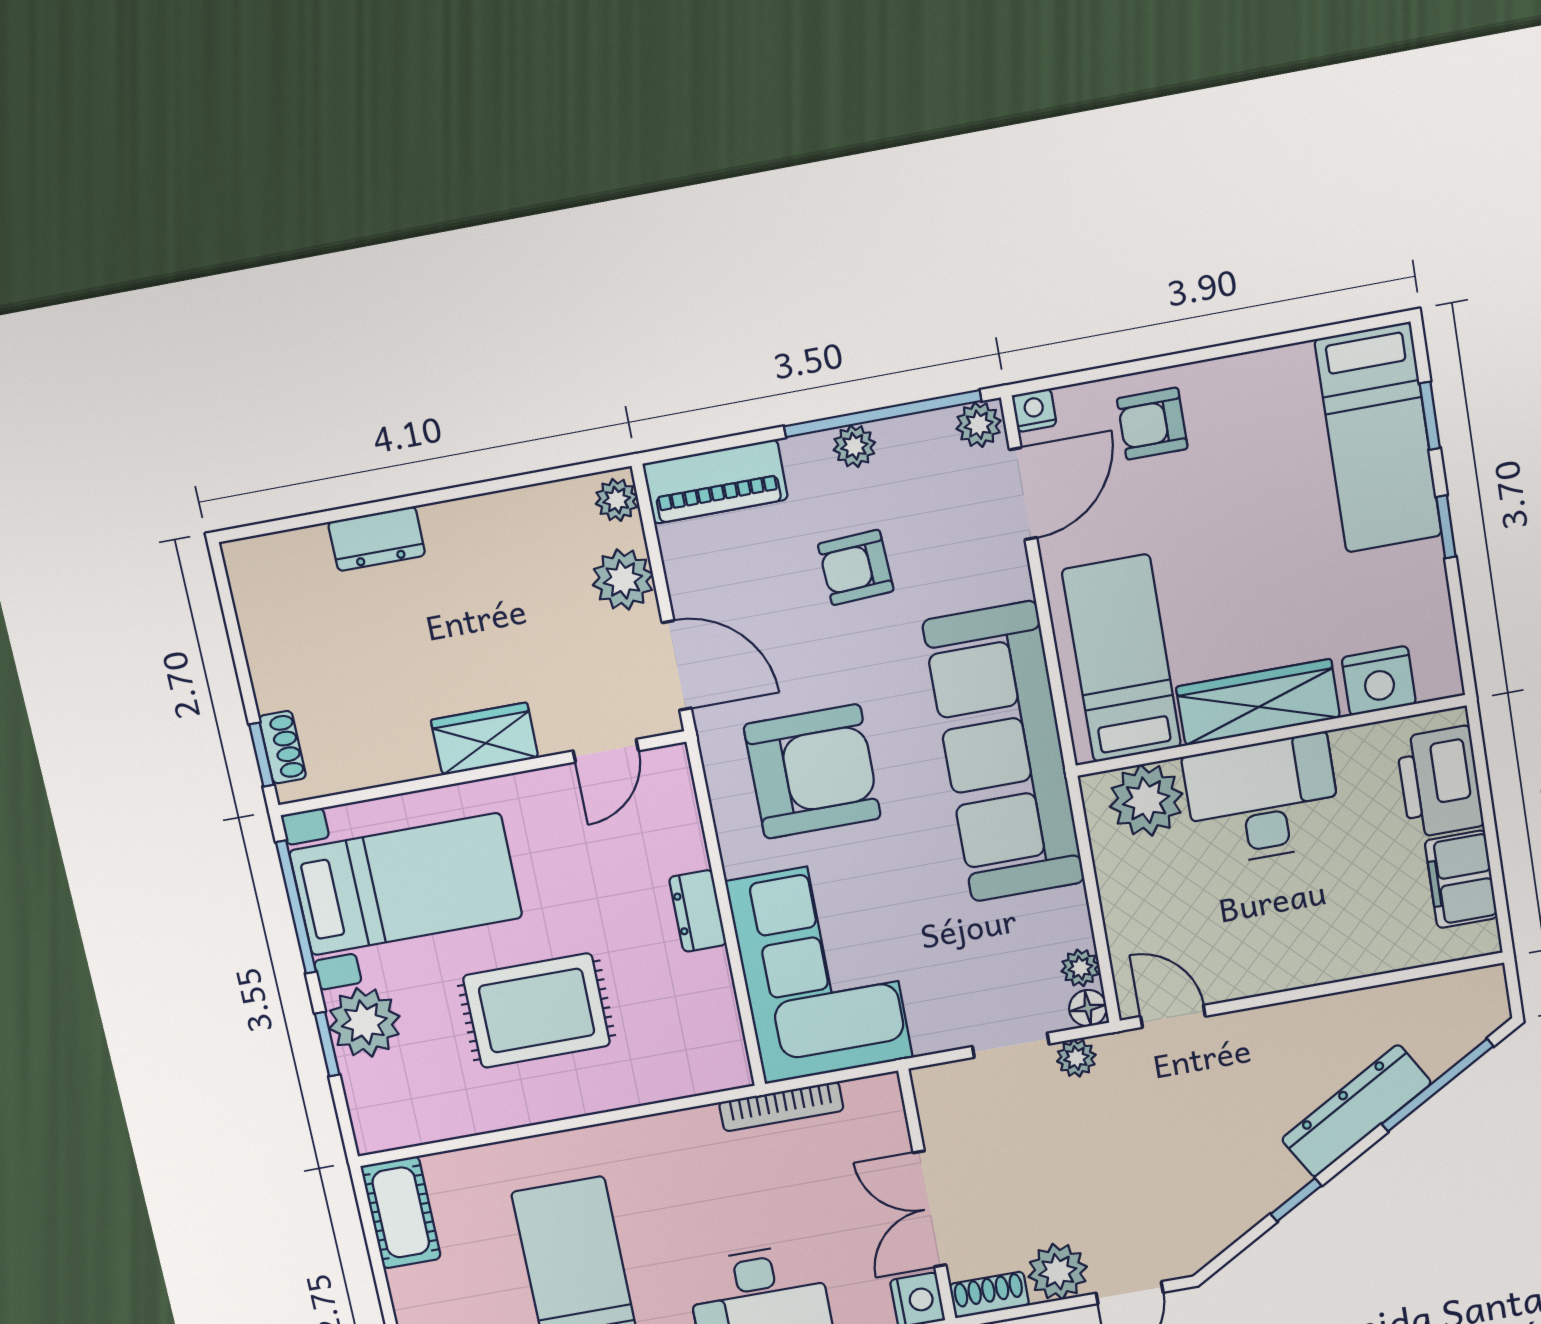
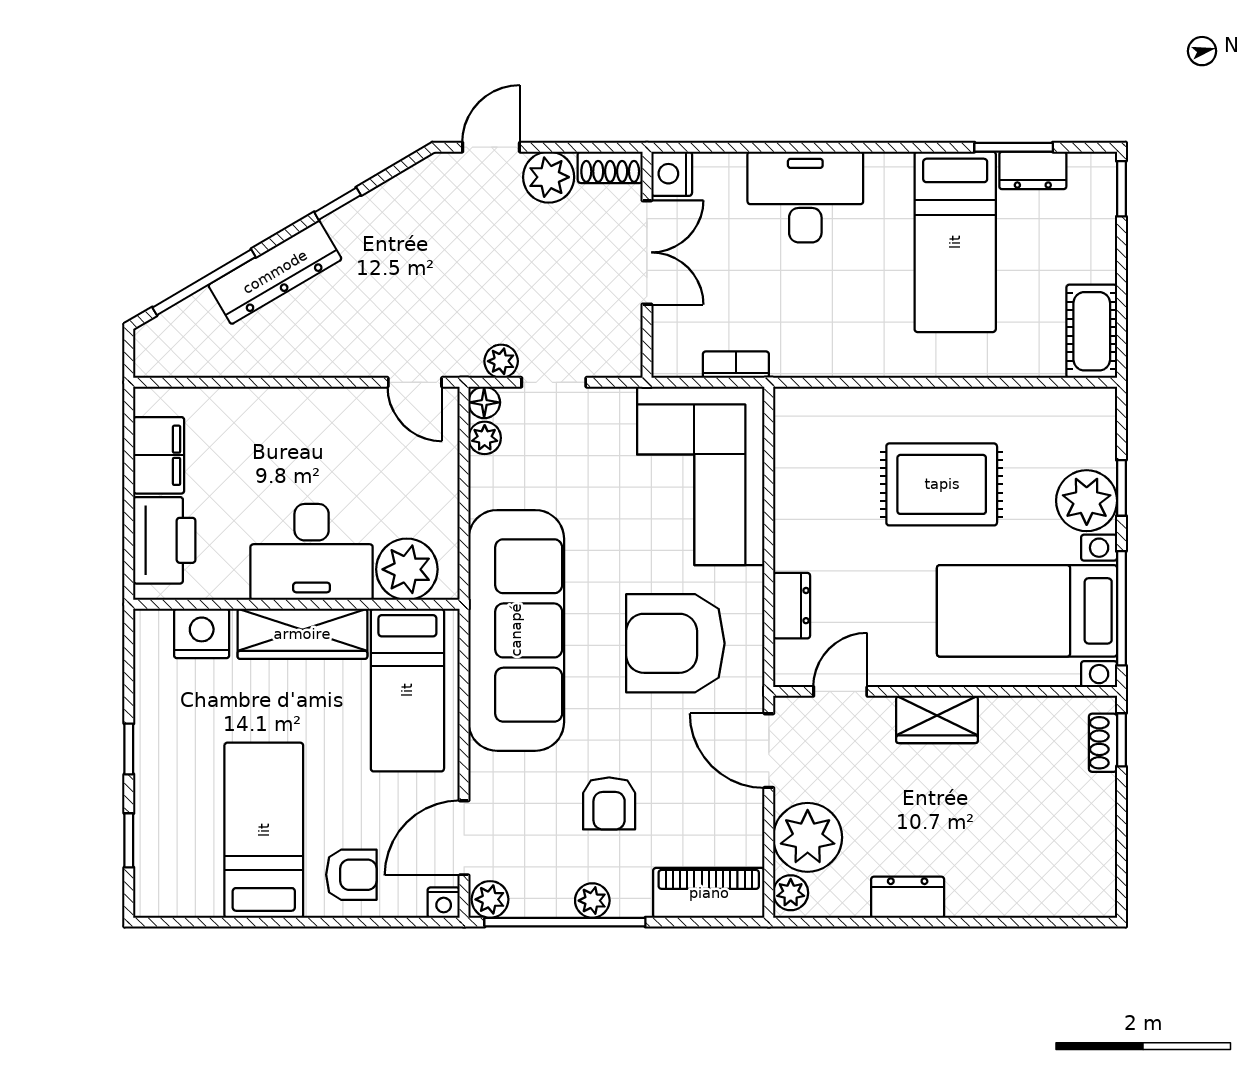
bed: (1378, 438) -> (264, 830), moved
dresser: (377, 539) -> (908, 897), moved
armchair: (856, 568) -> (609, 803), turned 93
plant: (623, 579) -> (808, 837), width x1.36, depth x1.36
dresser: (698, 911) -> (792, 606), moved
bookcase: (781, 1106) -> (736, 365), width x0.64

